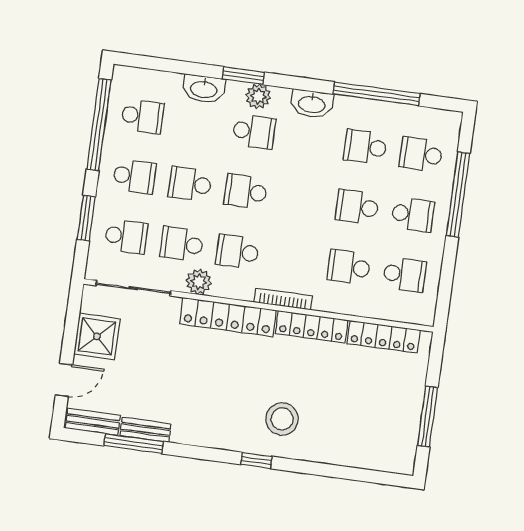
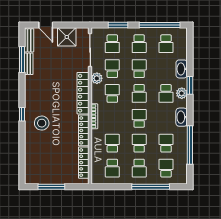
school desk: (246, 192) -> (139, 93), turned 180
school desk: (301, 199) -> (139, 118), added

